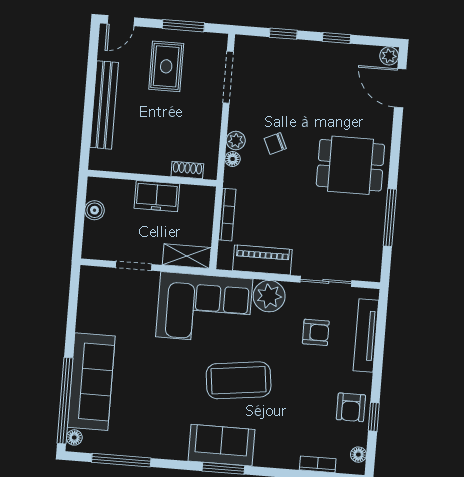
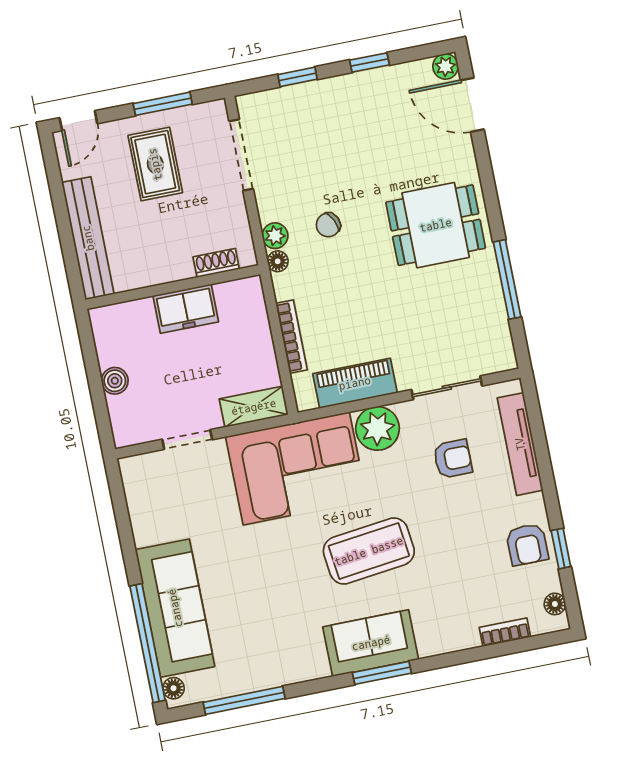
shoe rack: (187, 170) -> (216, 263), moved
wall: (152, 178) -> (173, 287), moved
freezer: (157, 196) -> (186, 309), moved

